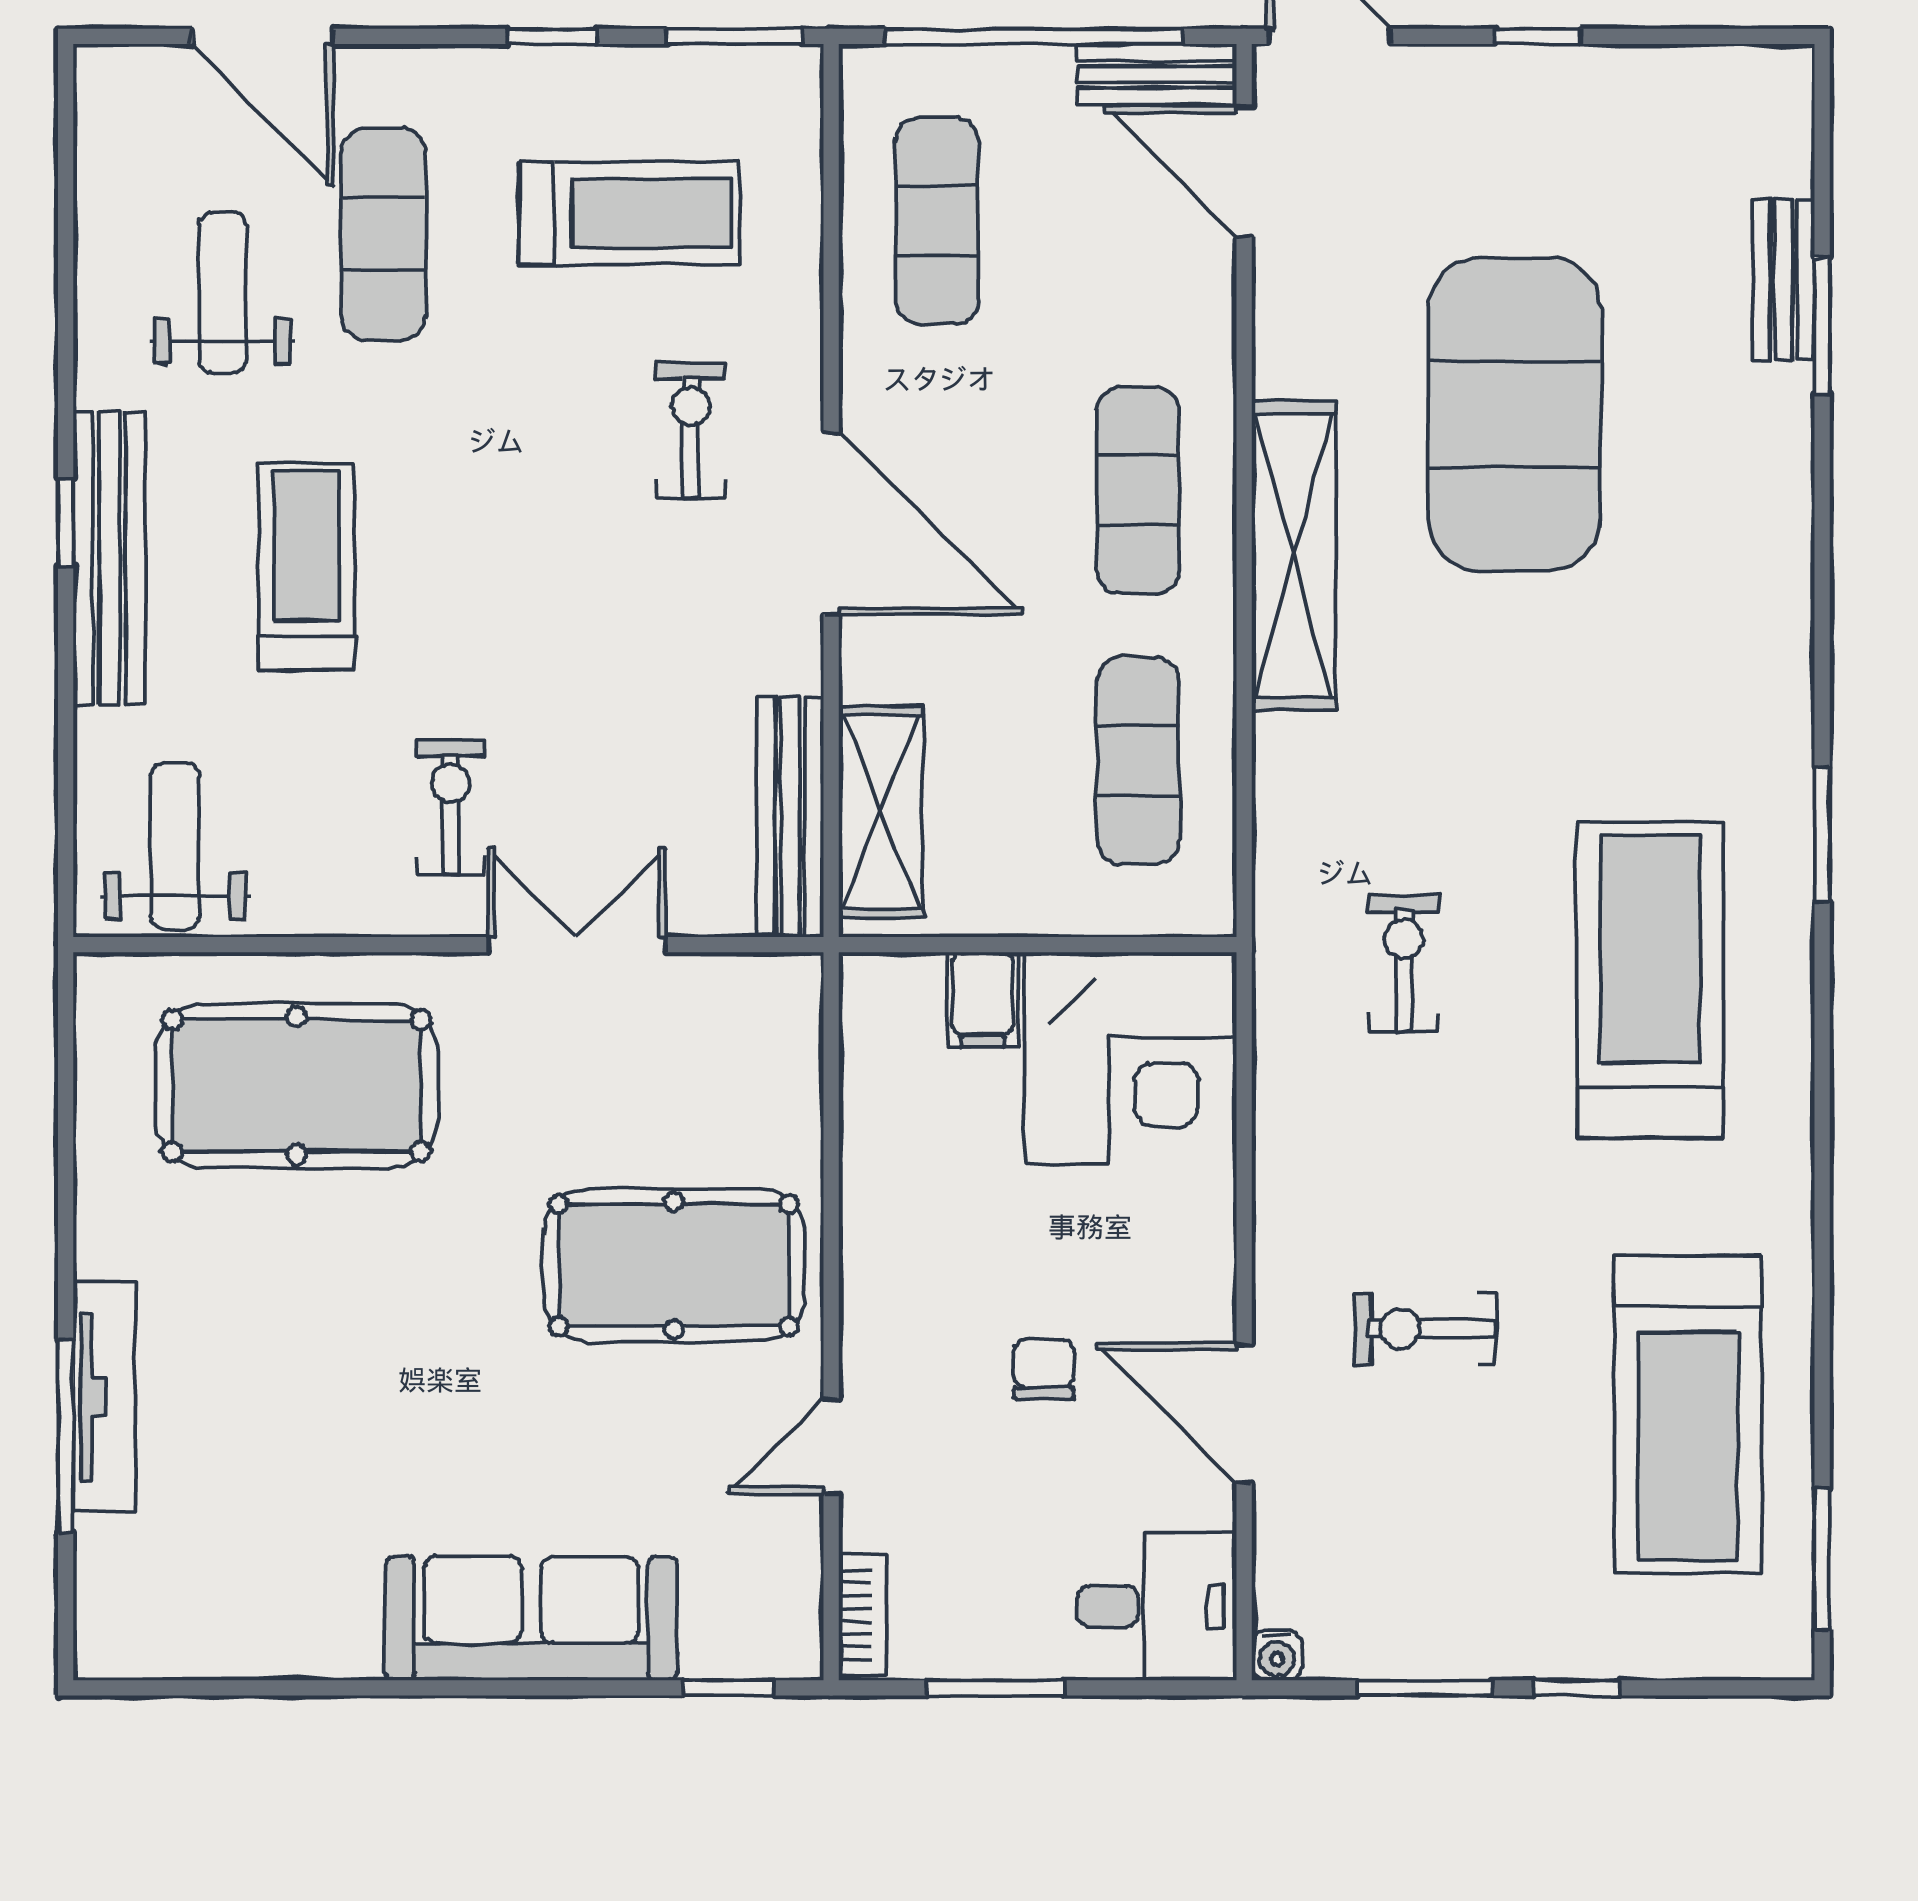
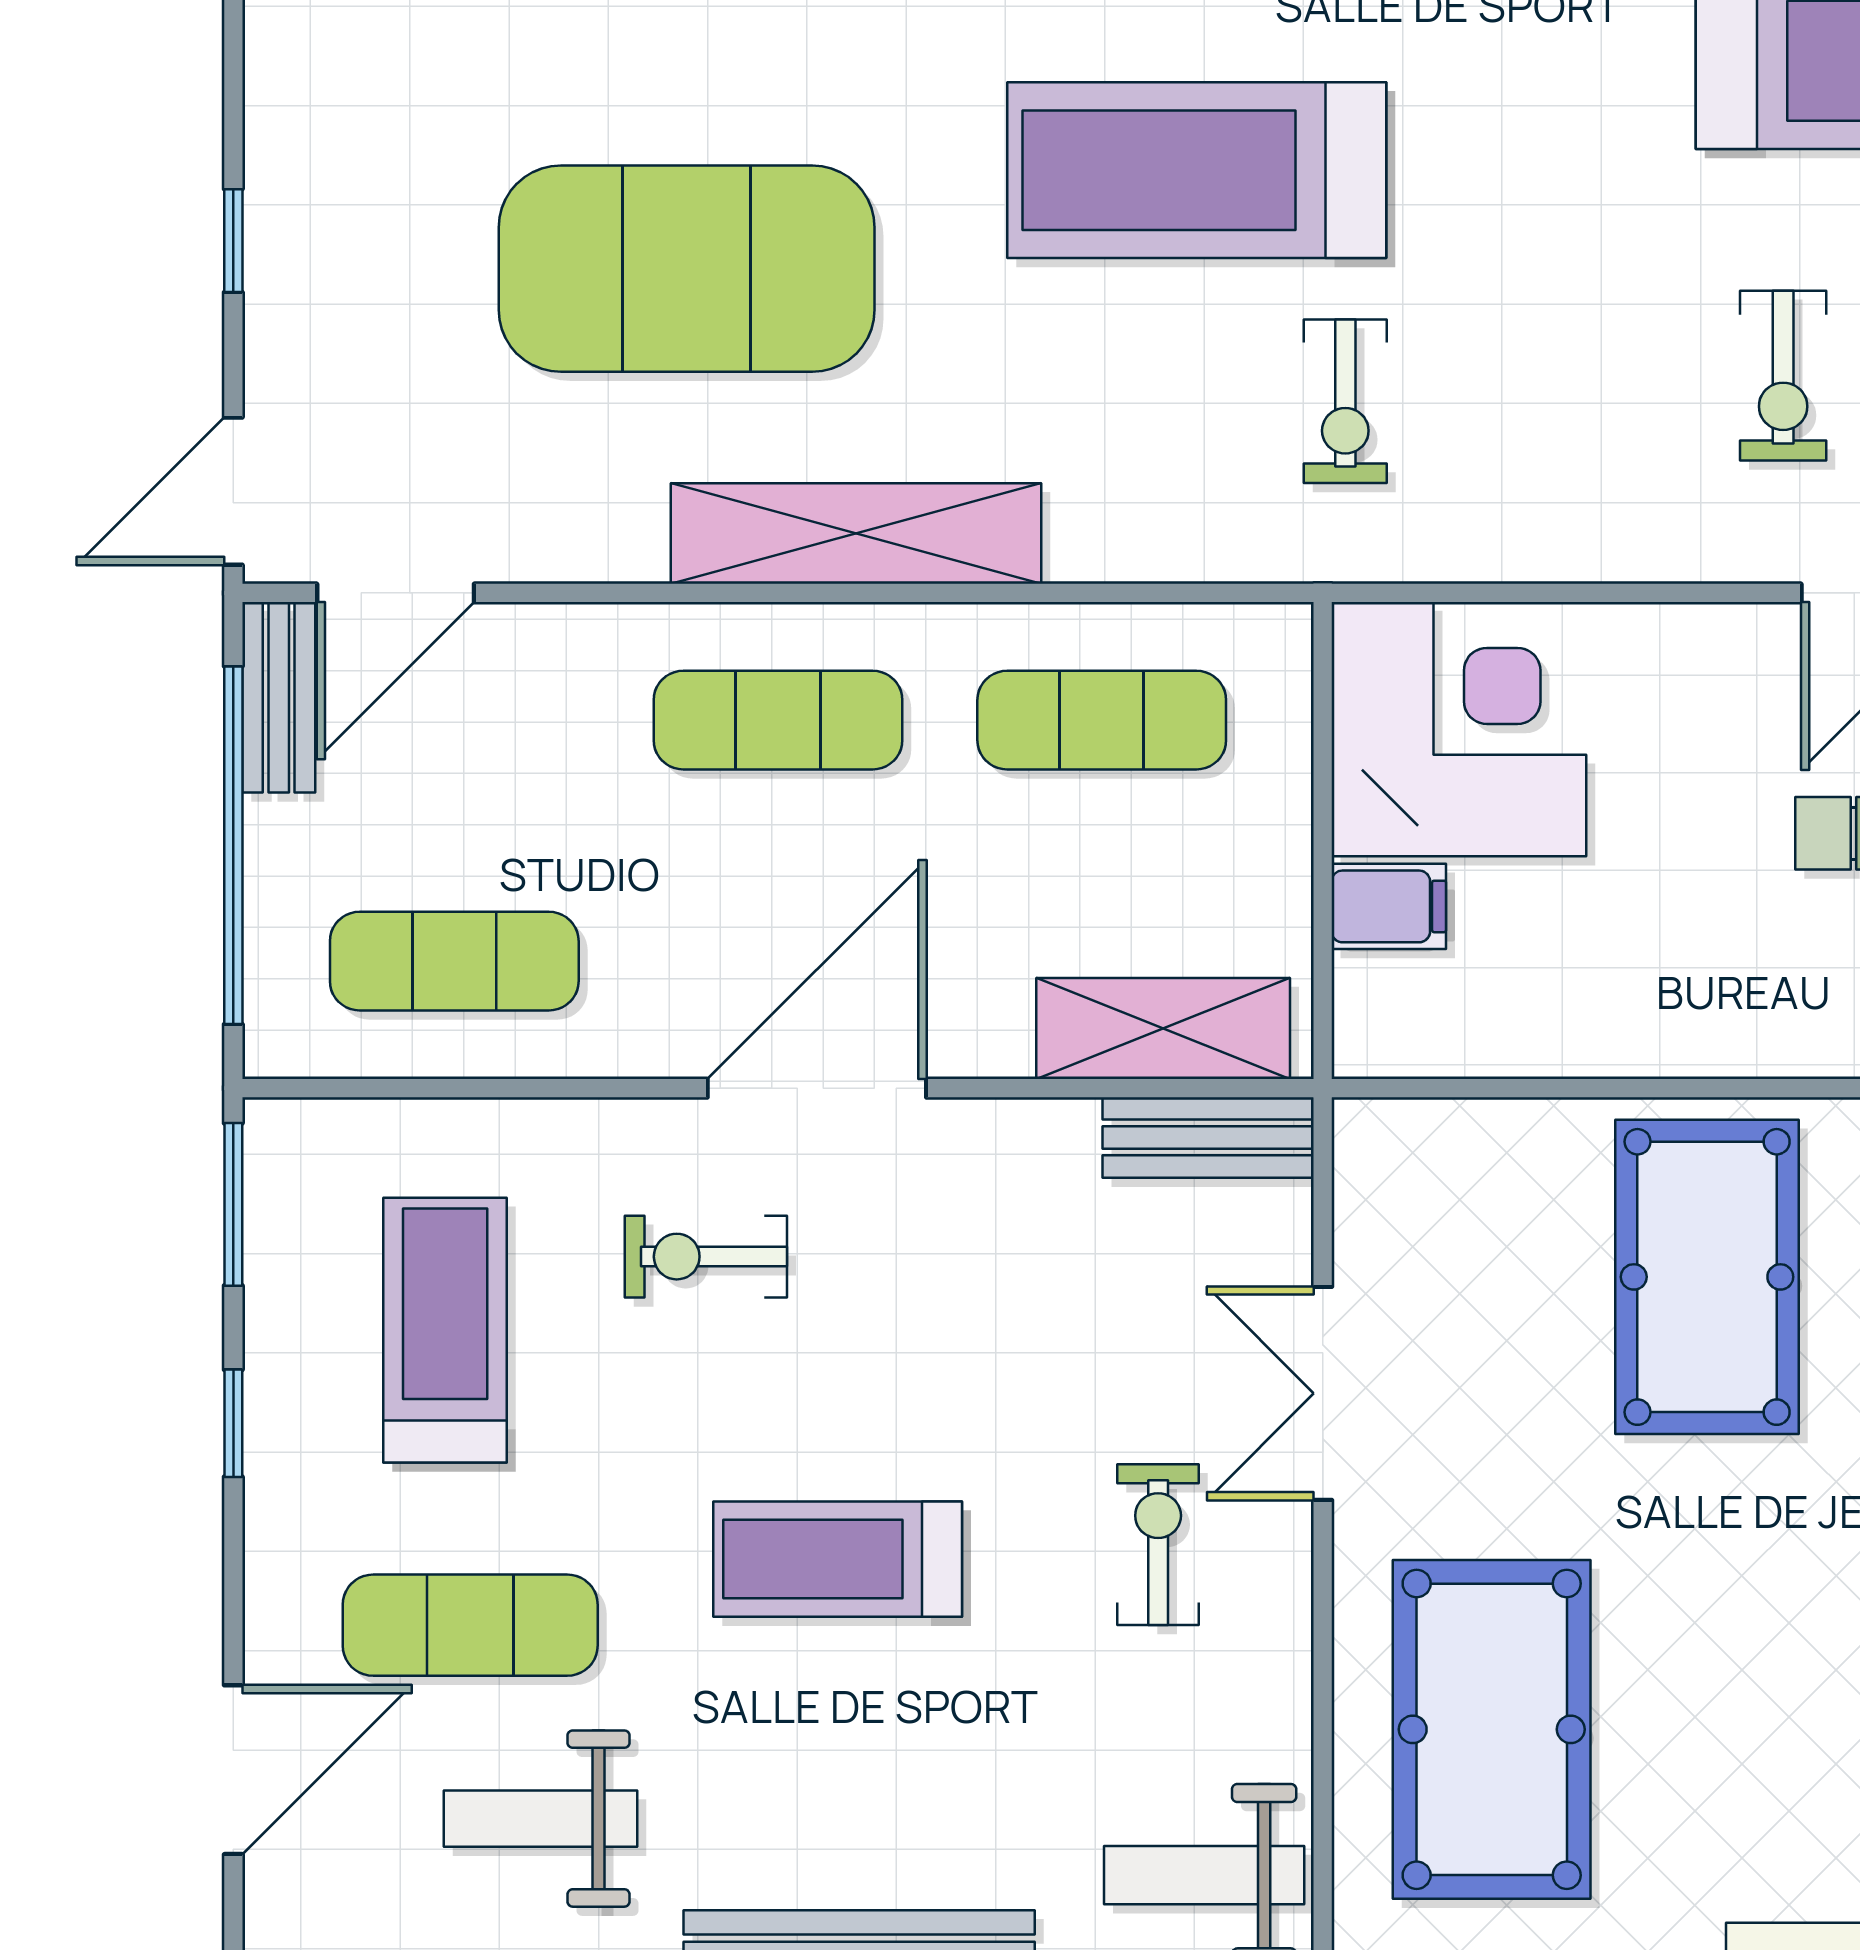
treadmill: (306, 566) -> (838, 1559), moved
exercise bike: (451, 807) -> (1158, 1545), turned 90
bench: (790, 817) -> (1208, 1137), width x0.73
exercise bike: (1404, 964) -> (1345, 401), turned -90
treadmill: (1650, 980) -> (1197, 170), moved

